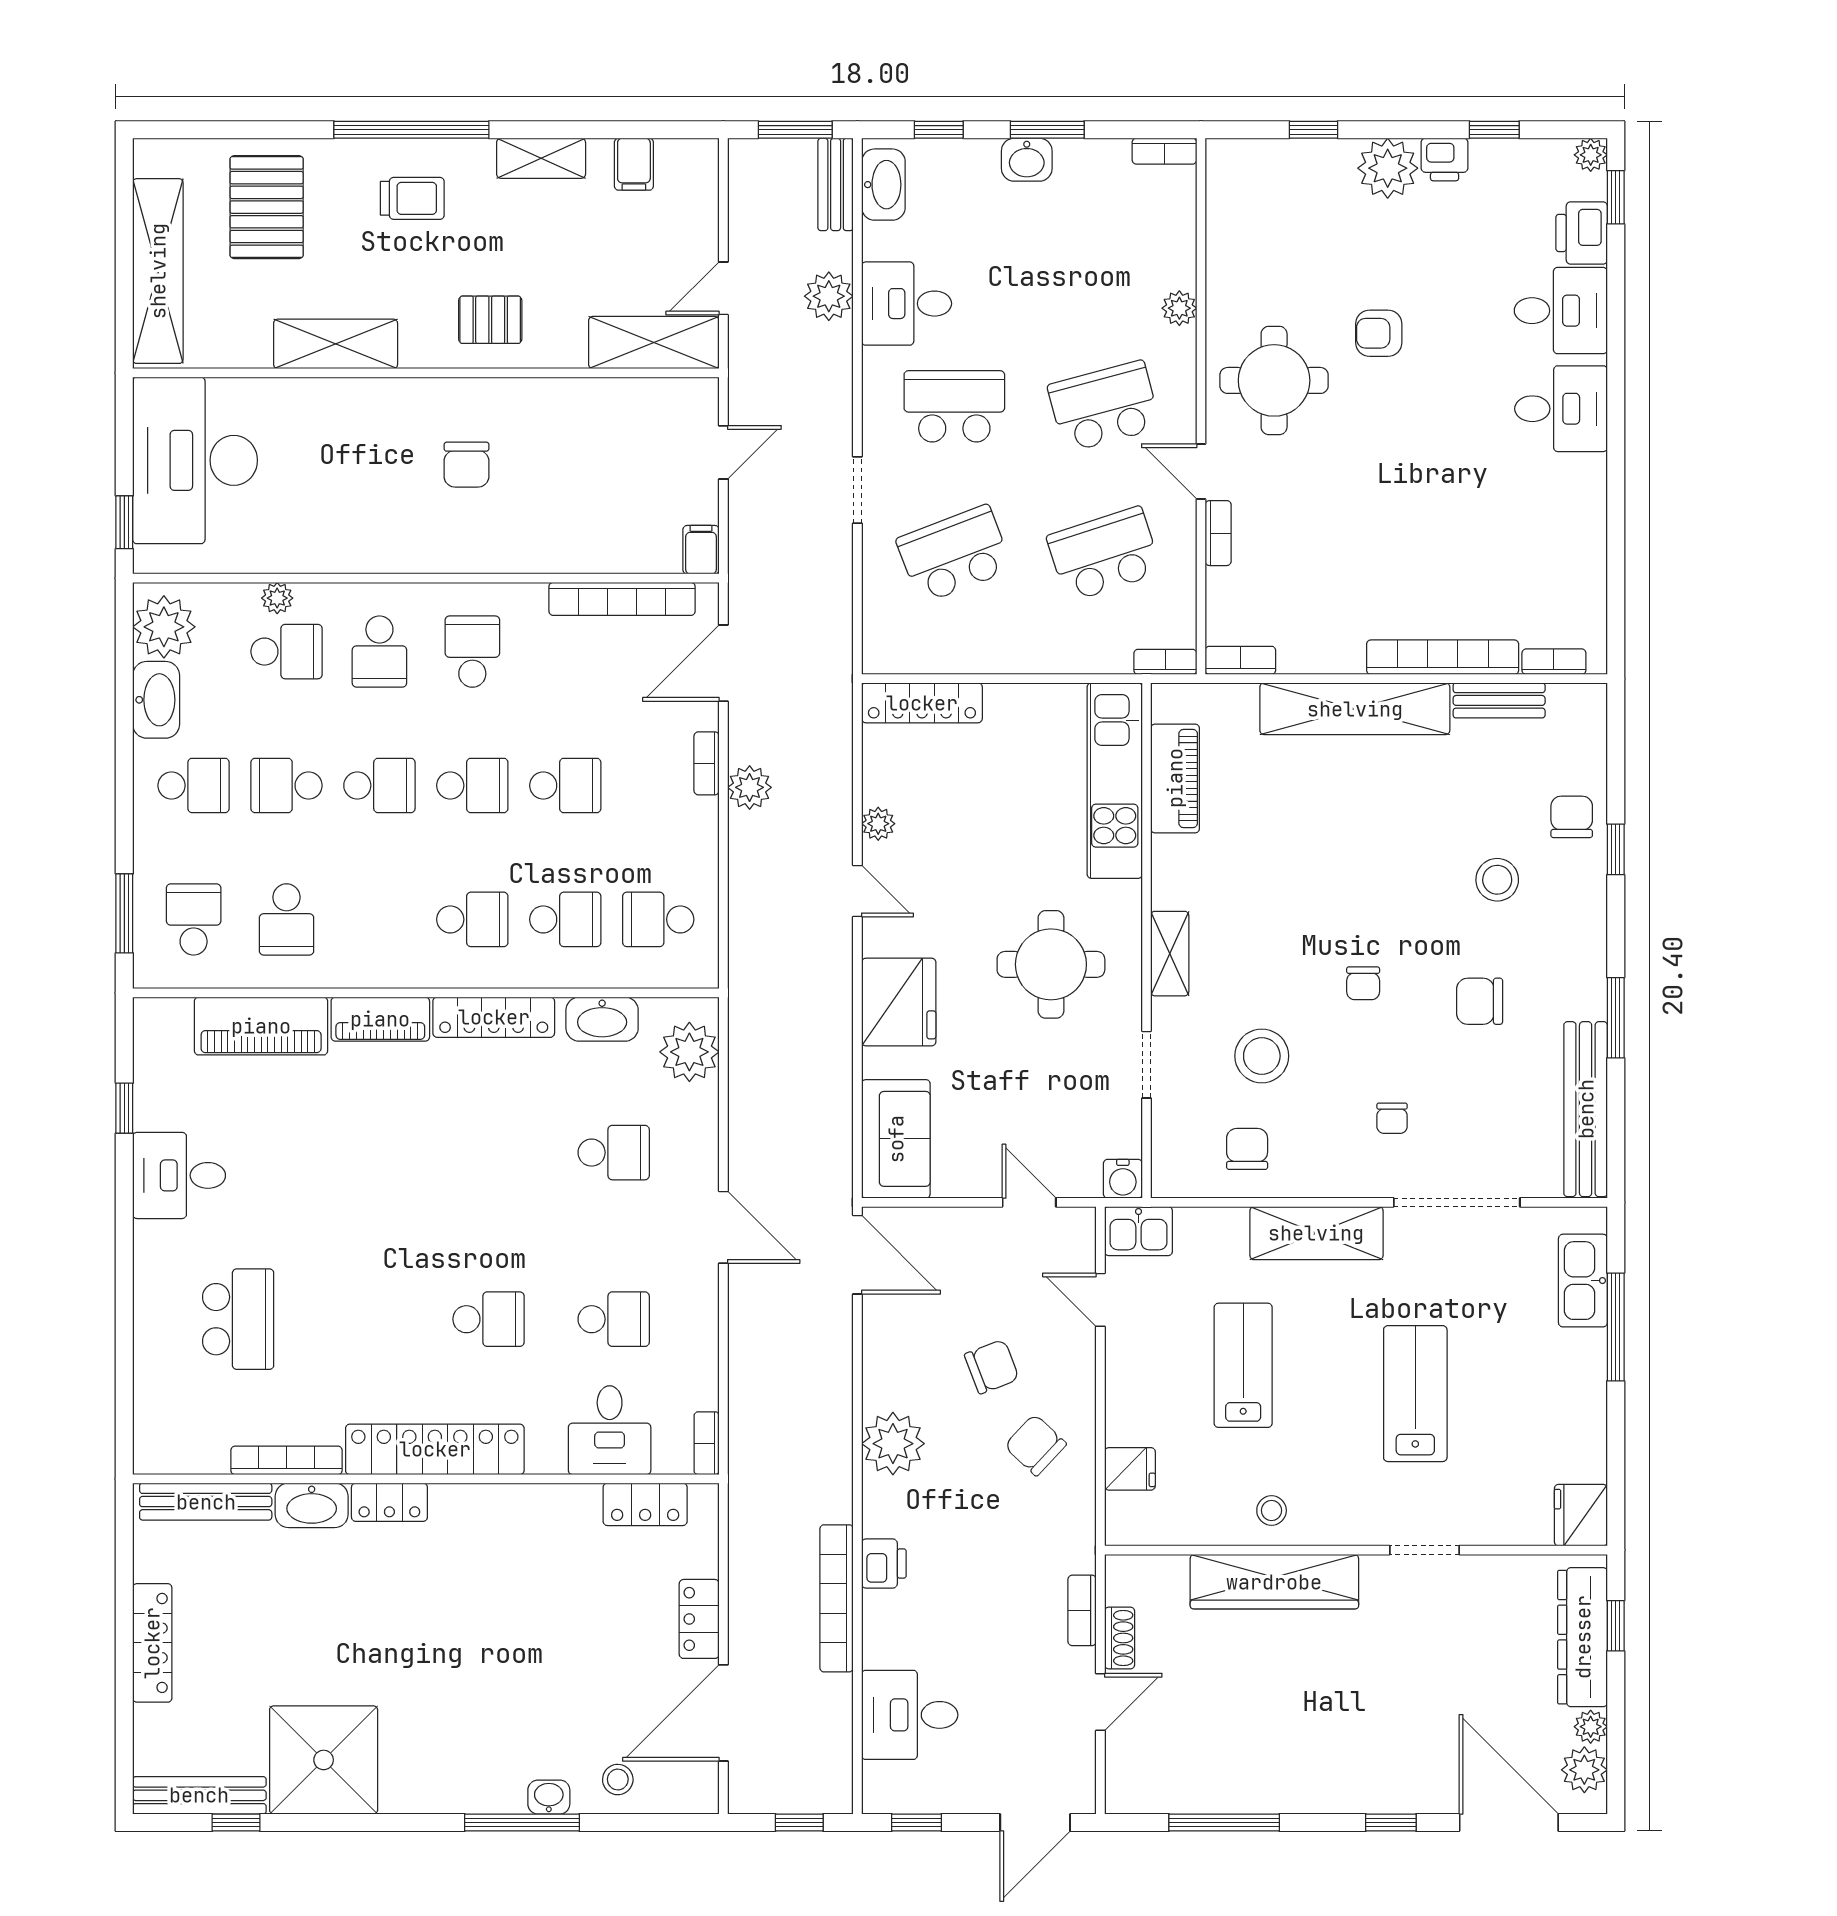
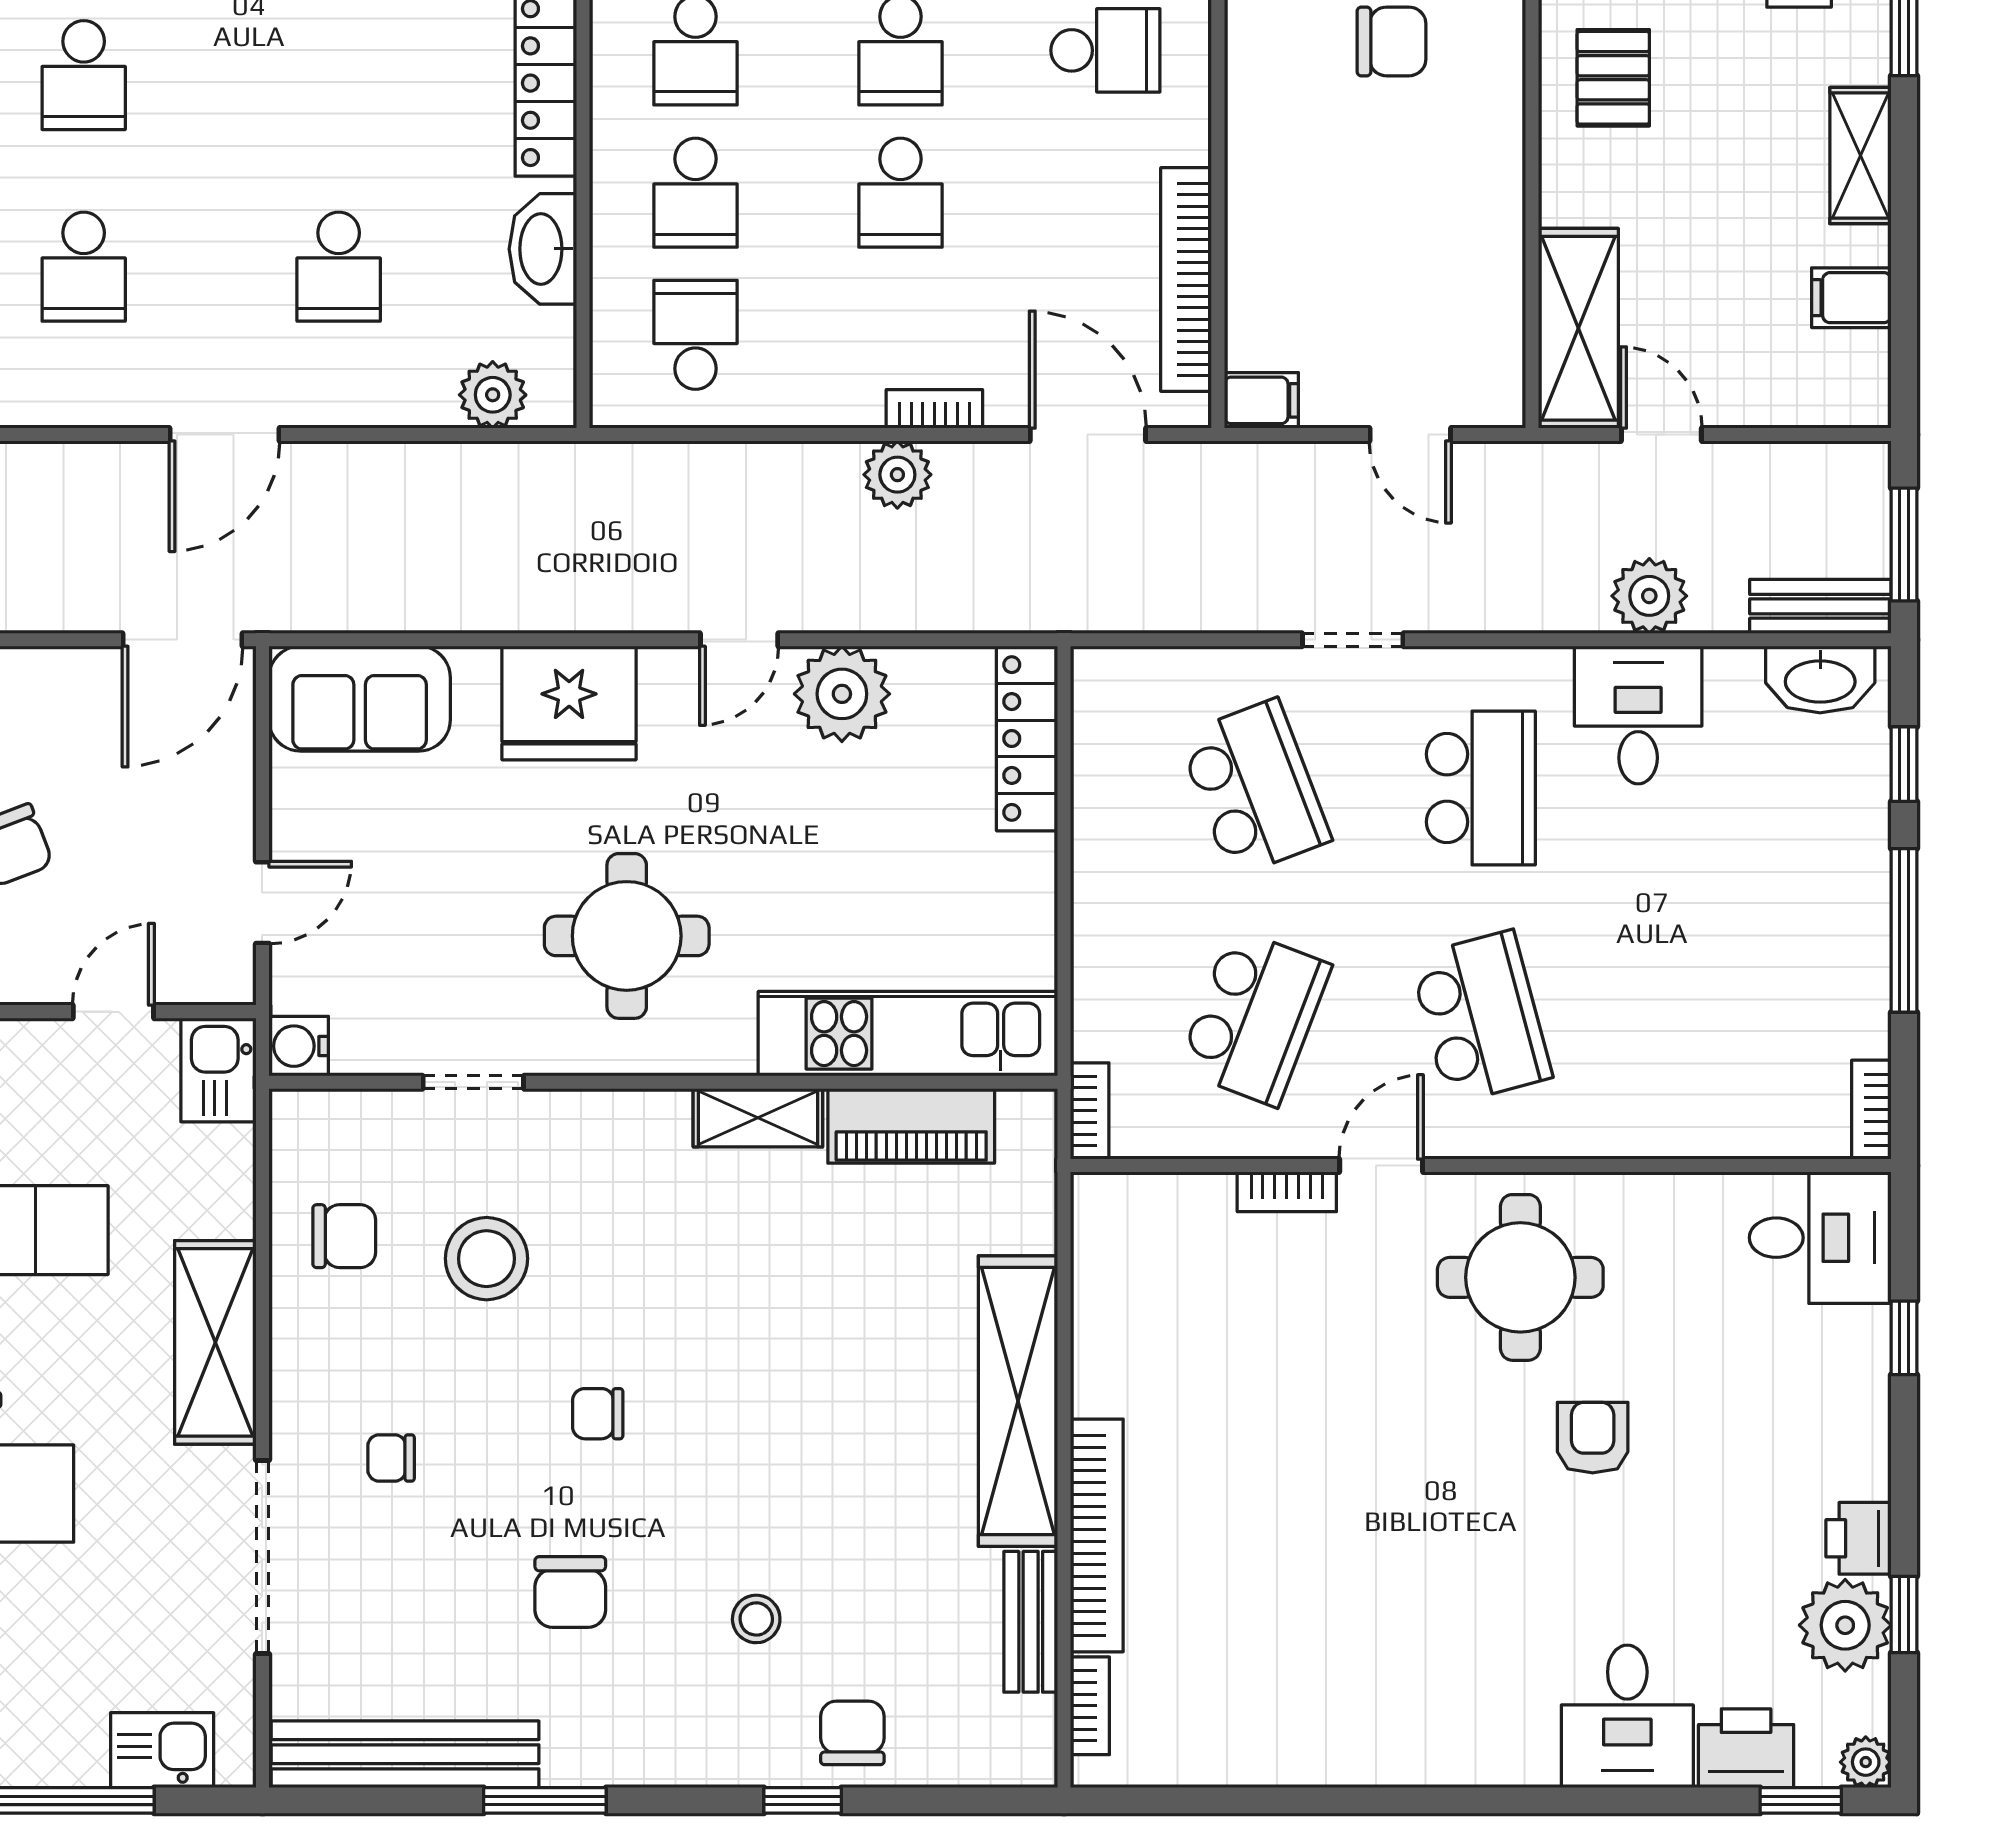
window: (1047, 130) -> (1904, 930), width x1.44
washbasin: (1027, 160) -> (1858, 899), removed
plant: (1388, 168) -> (1845, 1625), moved
plant: (1179, 308) -> (1631, 1132), removed
desk: (1561, 409) -> (1820, 1238), moved, turned -90
chair: (466, 465) -> (1392, 41), turned 180
school desk: (1104, 554) -> (1254, 1017), turned 39
bookcase: (1240, 660) -> (1092, 1226), removed
chair: (1572, 817) -> (852, 1733), turned -90
plant: (878, 824) -> (842, 694), width x1.88, depth x1.88
stool: (1497, 880) -> (756, 1619), width x0.73, depth x0.73
shelving: (1170, 954) -> (758, 1118), moved
chair: (1480, 1001) -> (570, 1592), turned 180
plant: (689, 1052) -> (493, 395), width x0.73, depth x0.73
kitchen sink: (1583, 1281) -> (162, 1750), width x0.73

